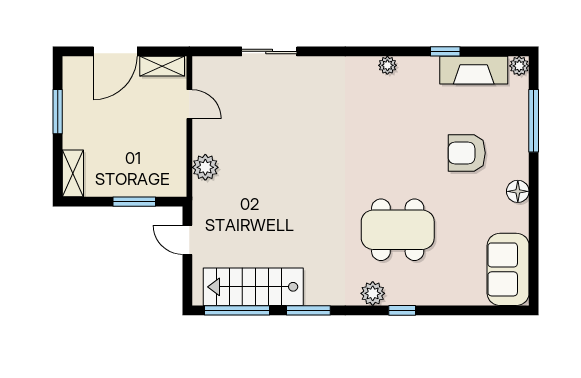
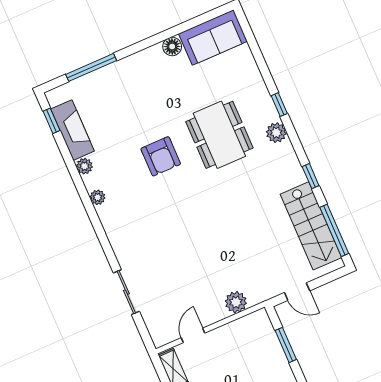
window: (445, 51) -> (52, 121), moved
plant: (519, 66) -> (84, 166), moved
armchair: (467, 153) -> (161, 156), moved
floor lamp: (518, 191) -> (172, 47), moved
door: (187, 240) -> (297, 292), hinge flipped
window: (308, 310) -> (311, 176), width x0.67

